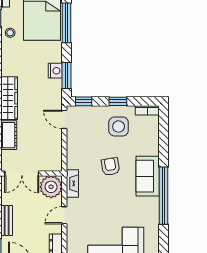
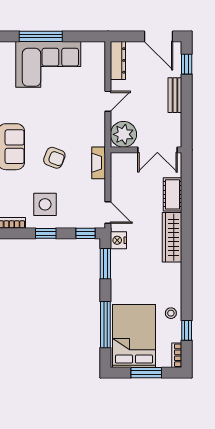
nightstand: (55, 71) -> (118, 240), moved
armchair: (110, 167) -> (54, 158), turned -59
double door: (22, 173) -> (157, 150), swing flipped
fireplace: (72, 183) -> (99, 163), moved

